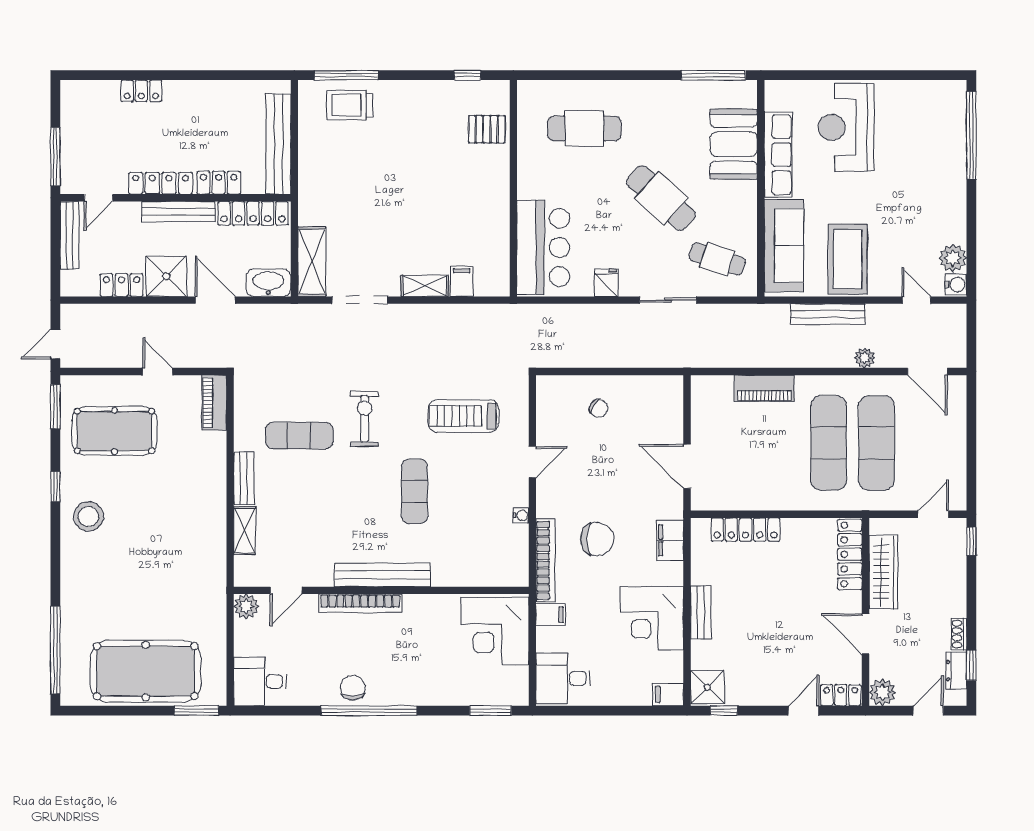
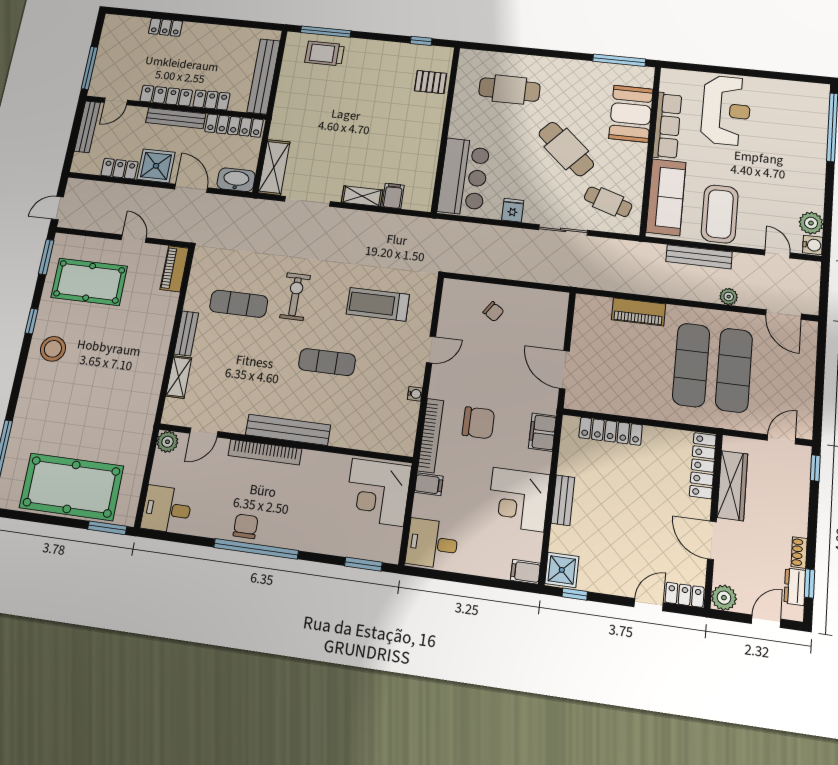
reception desk: (846, 127) -> (726, 110), turned 180
exercise mat: (415, 491) -> (327, 362), turned 90

